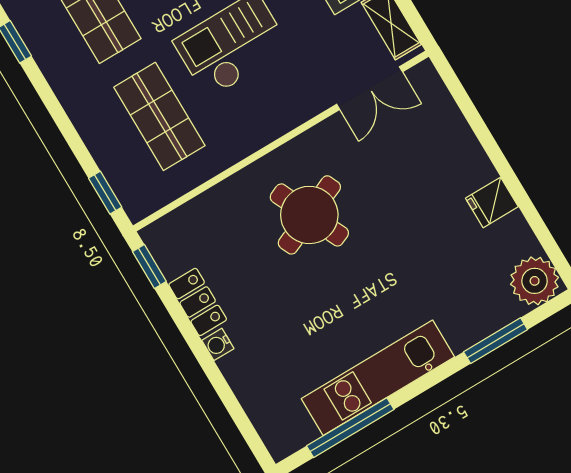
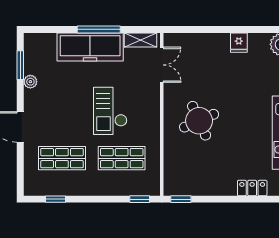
locker: (198, 302) -> (252, 188), moved
water cooler: (218, 344) -> (230, 190), removed

